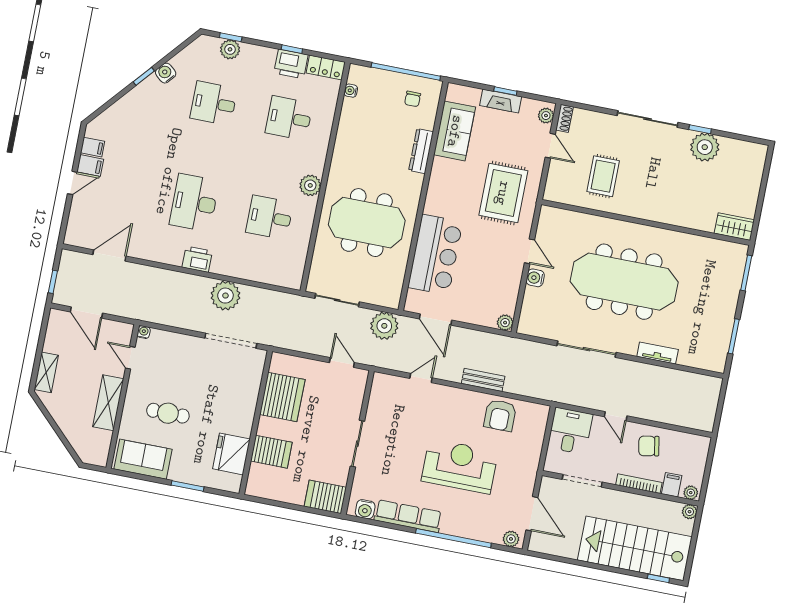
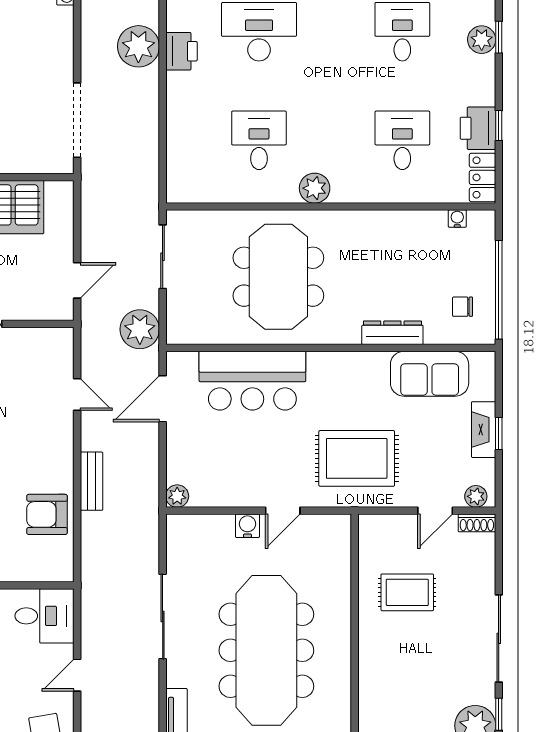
plant: (225, 296) -> (138, 46), moved

